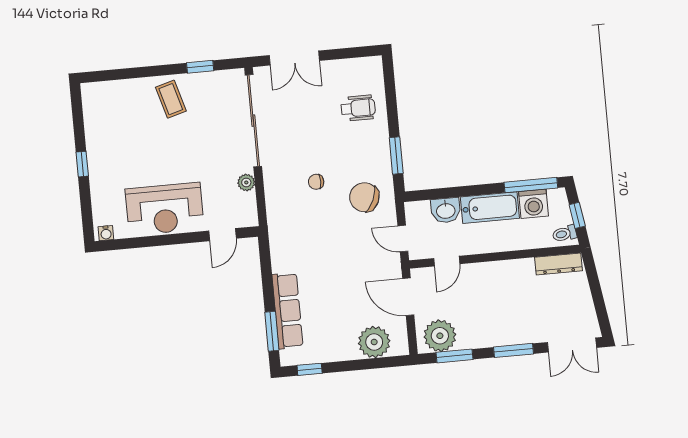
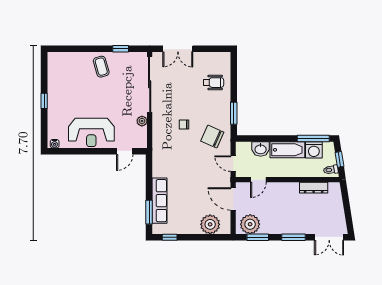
dresser: (558, 264) -> (314, 188), moved

